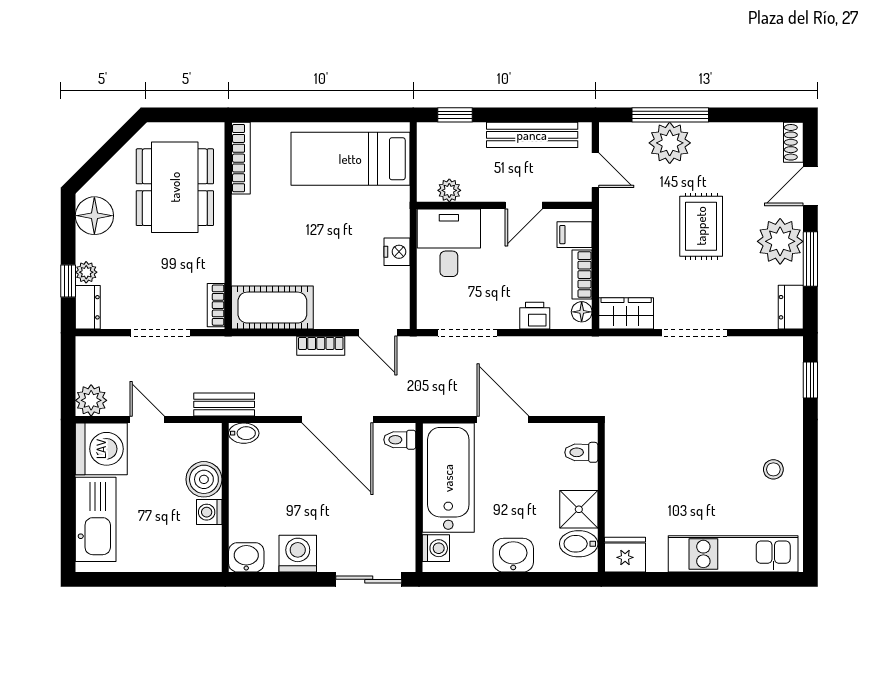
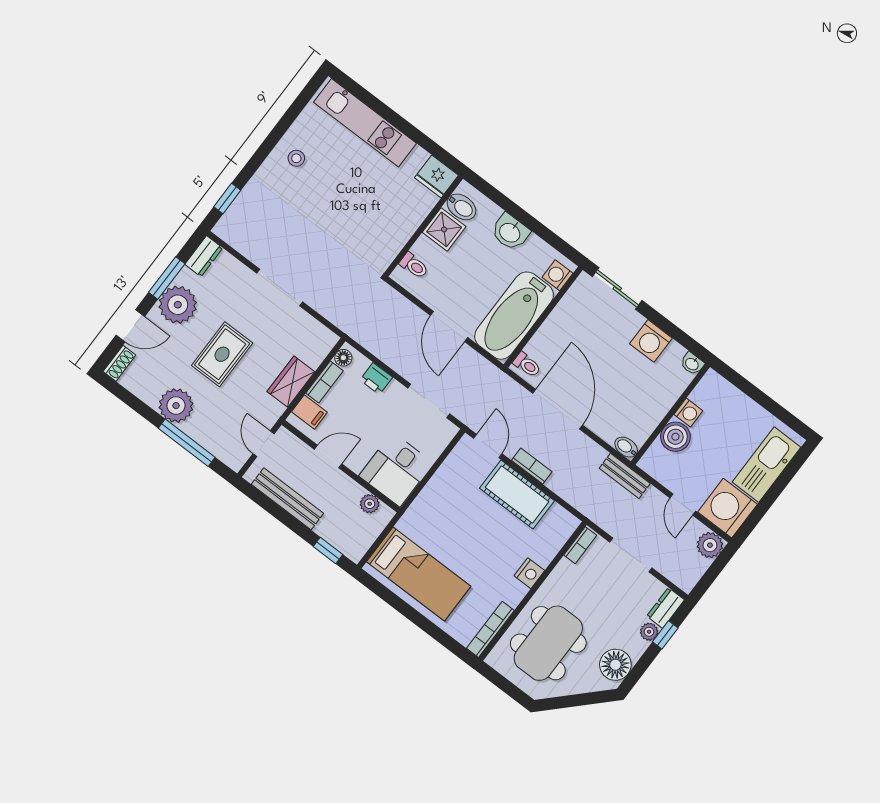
plant: (670, 143) -> (176, 406), moved
nightstand: (397, 252) -> (529, 573), moved, turned 180
cot: (272, 308) -> (517, 494), moved
wardrobe: (626, 313) -> (291, 382), moved, turned 90
washbasin: (246, 557) -> (692, 364), width x0.72, depth x0.69

